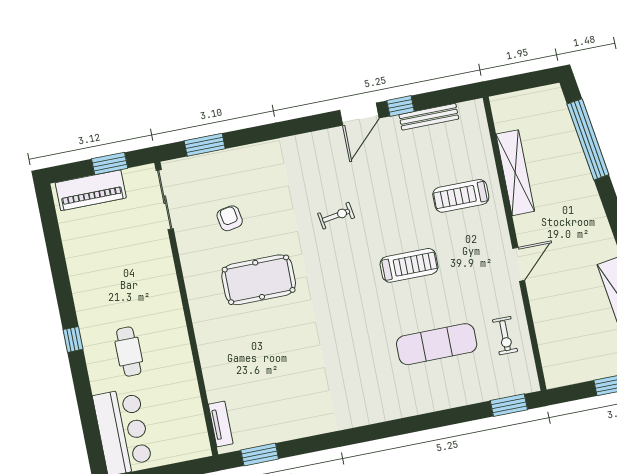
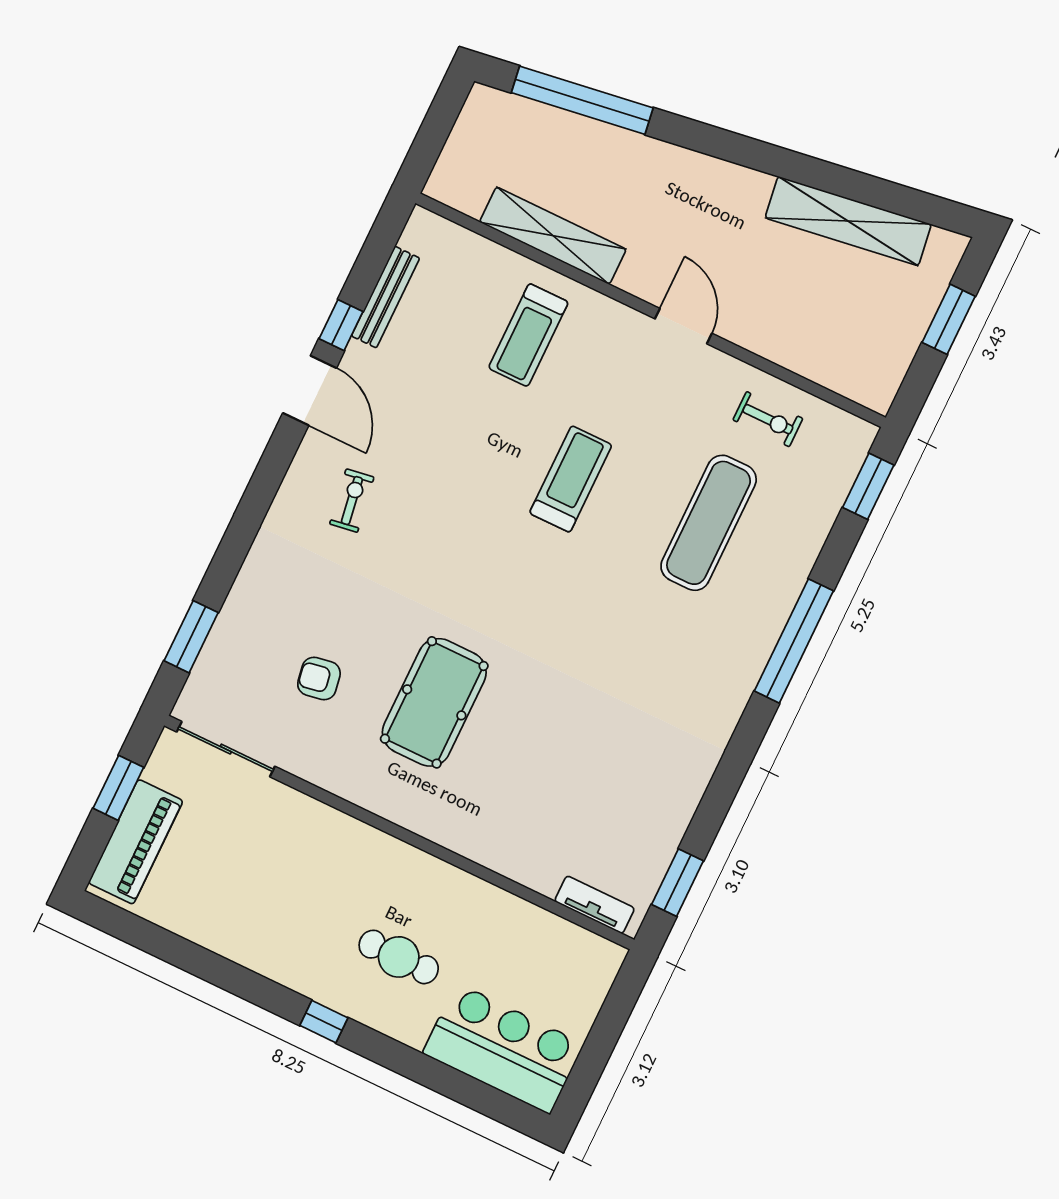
exercise bike: (336, 216) -> (352, 501), moved
window: (412, 424) -> (794, 641), added

